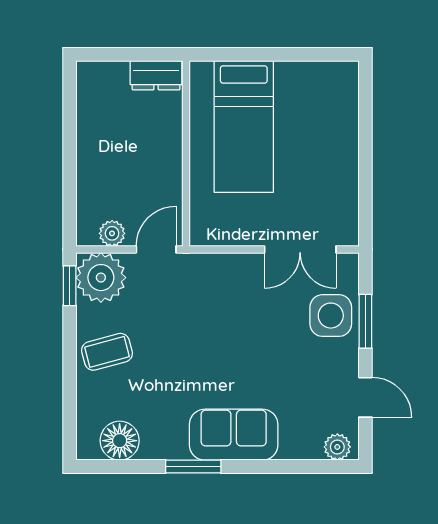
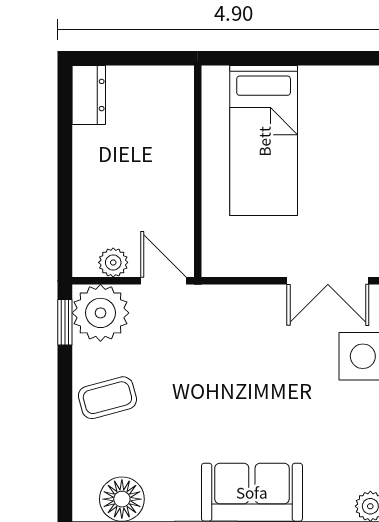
dresser: (156, 75) -> (89, 95), moved, turned -90
door: (156, 249) -> (163, 281), hinge flipped

